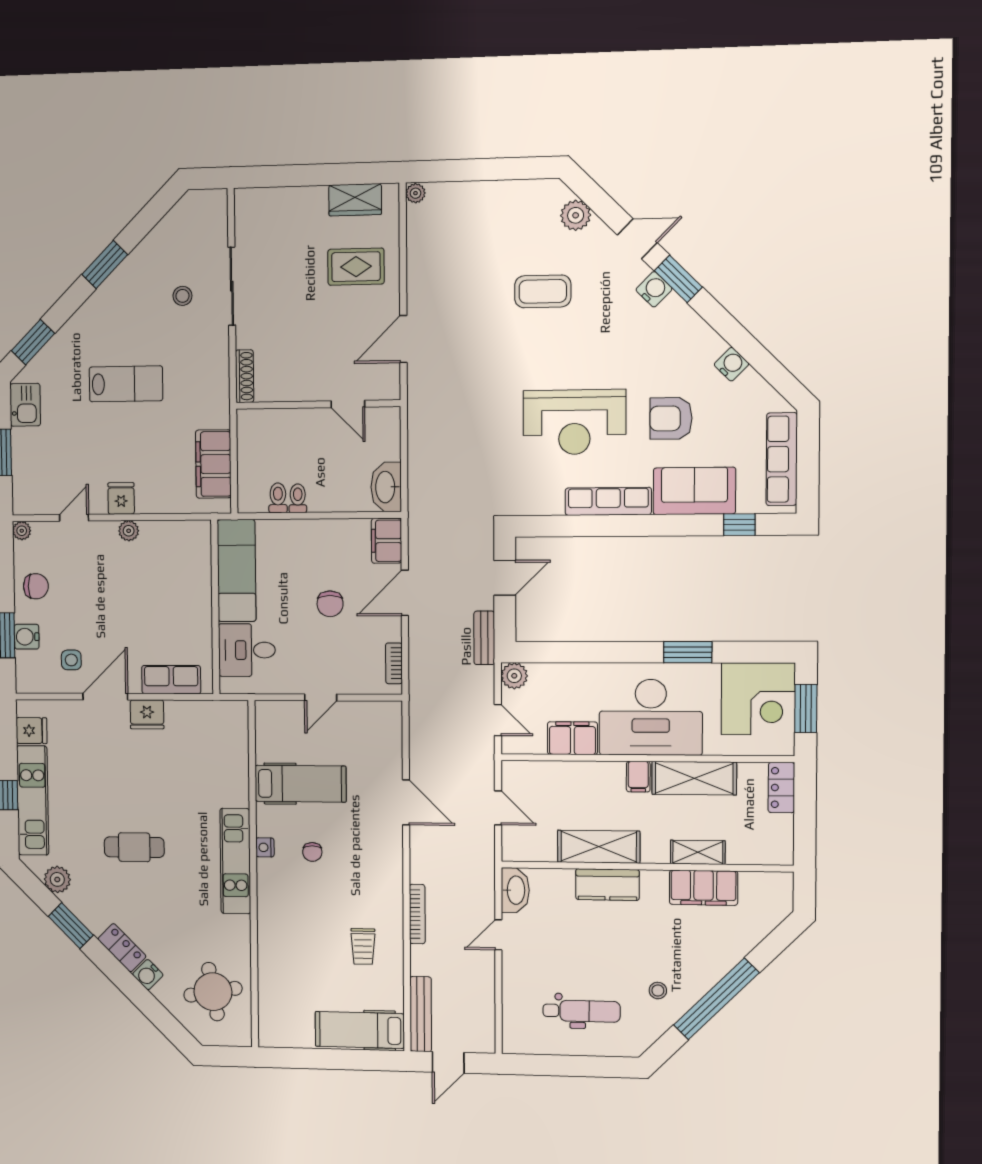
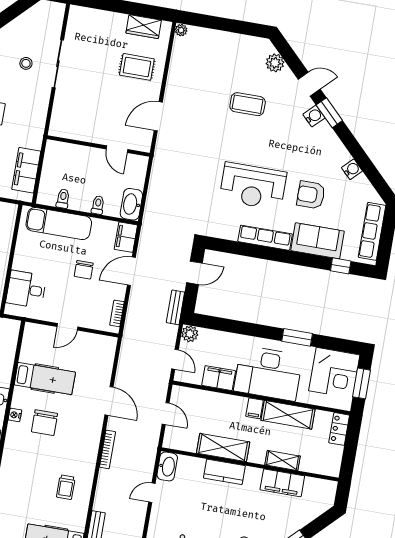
shoe rack: (245, 376) -> (56, 120), removed
toilet: (298, 498) -> (98, 205), moved
exam couch: (237, 571) -> (59, 224), moved, turned 90
chair: (312, 852) -> (44, 423), width x1.87, depth x1.87
bookcase: (417, 914) -> (108, 449), moved

